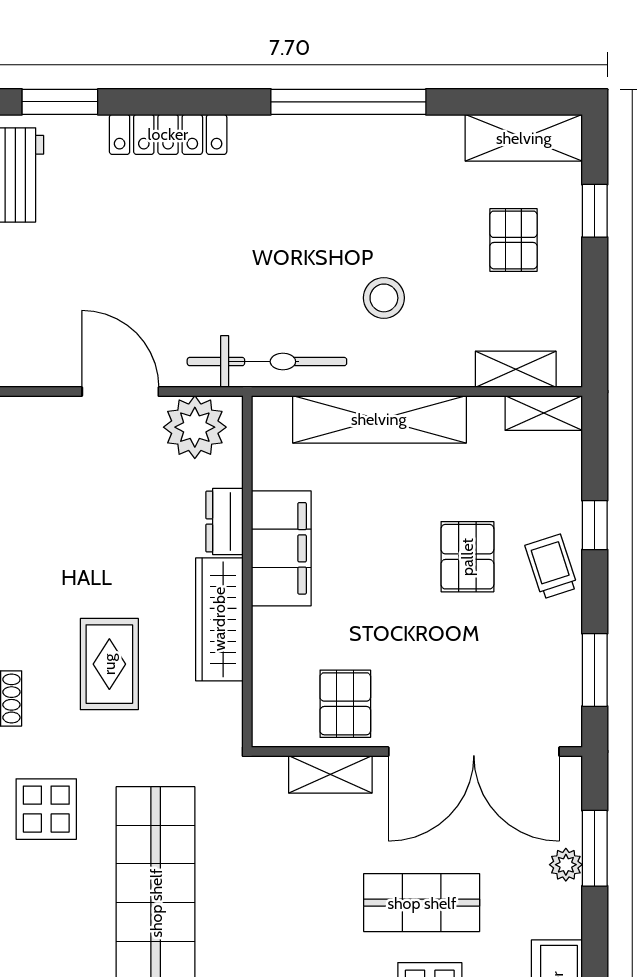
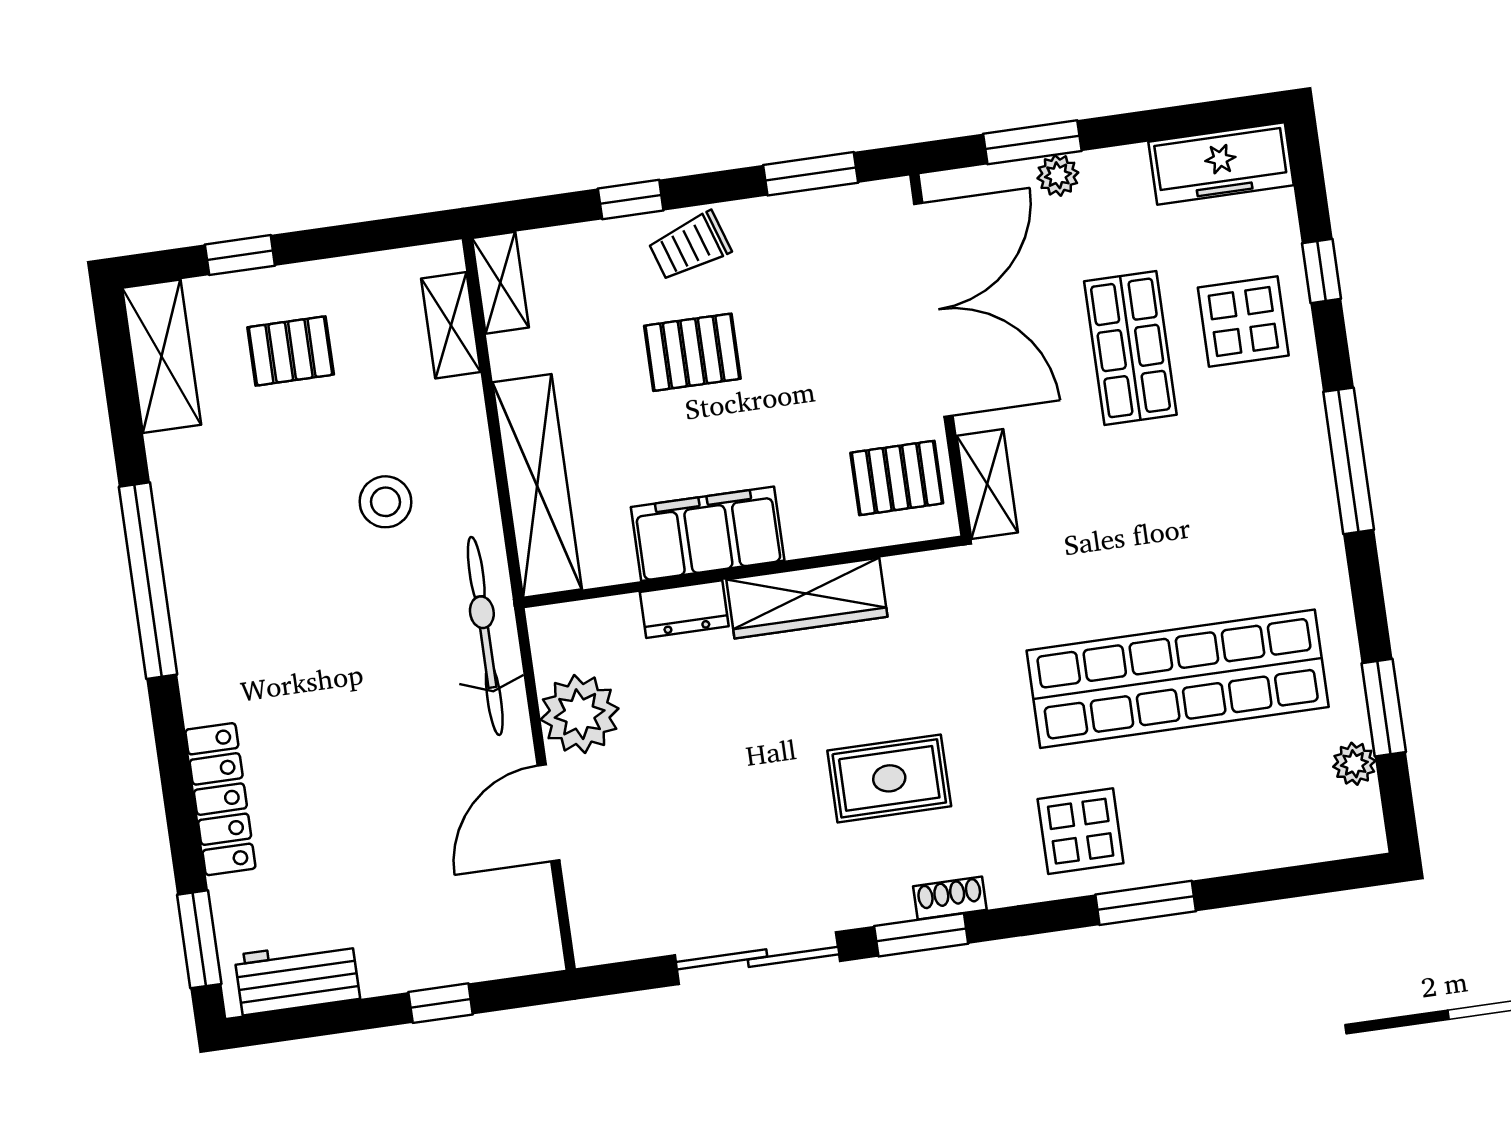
dresser: (224, 521) -> (684, 609), moved
filing cabinet: (281, 548) -> (708, 534), moved
wall: (247, 572) -> (742, 572), moved
wardrobe: (219, 619) -> (807, 598), moved

